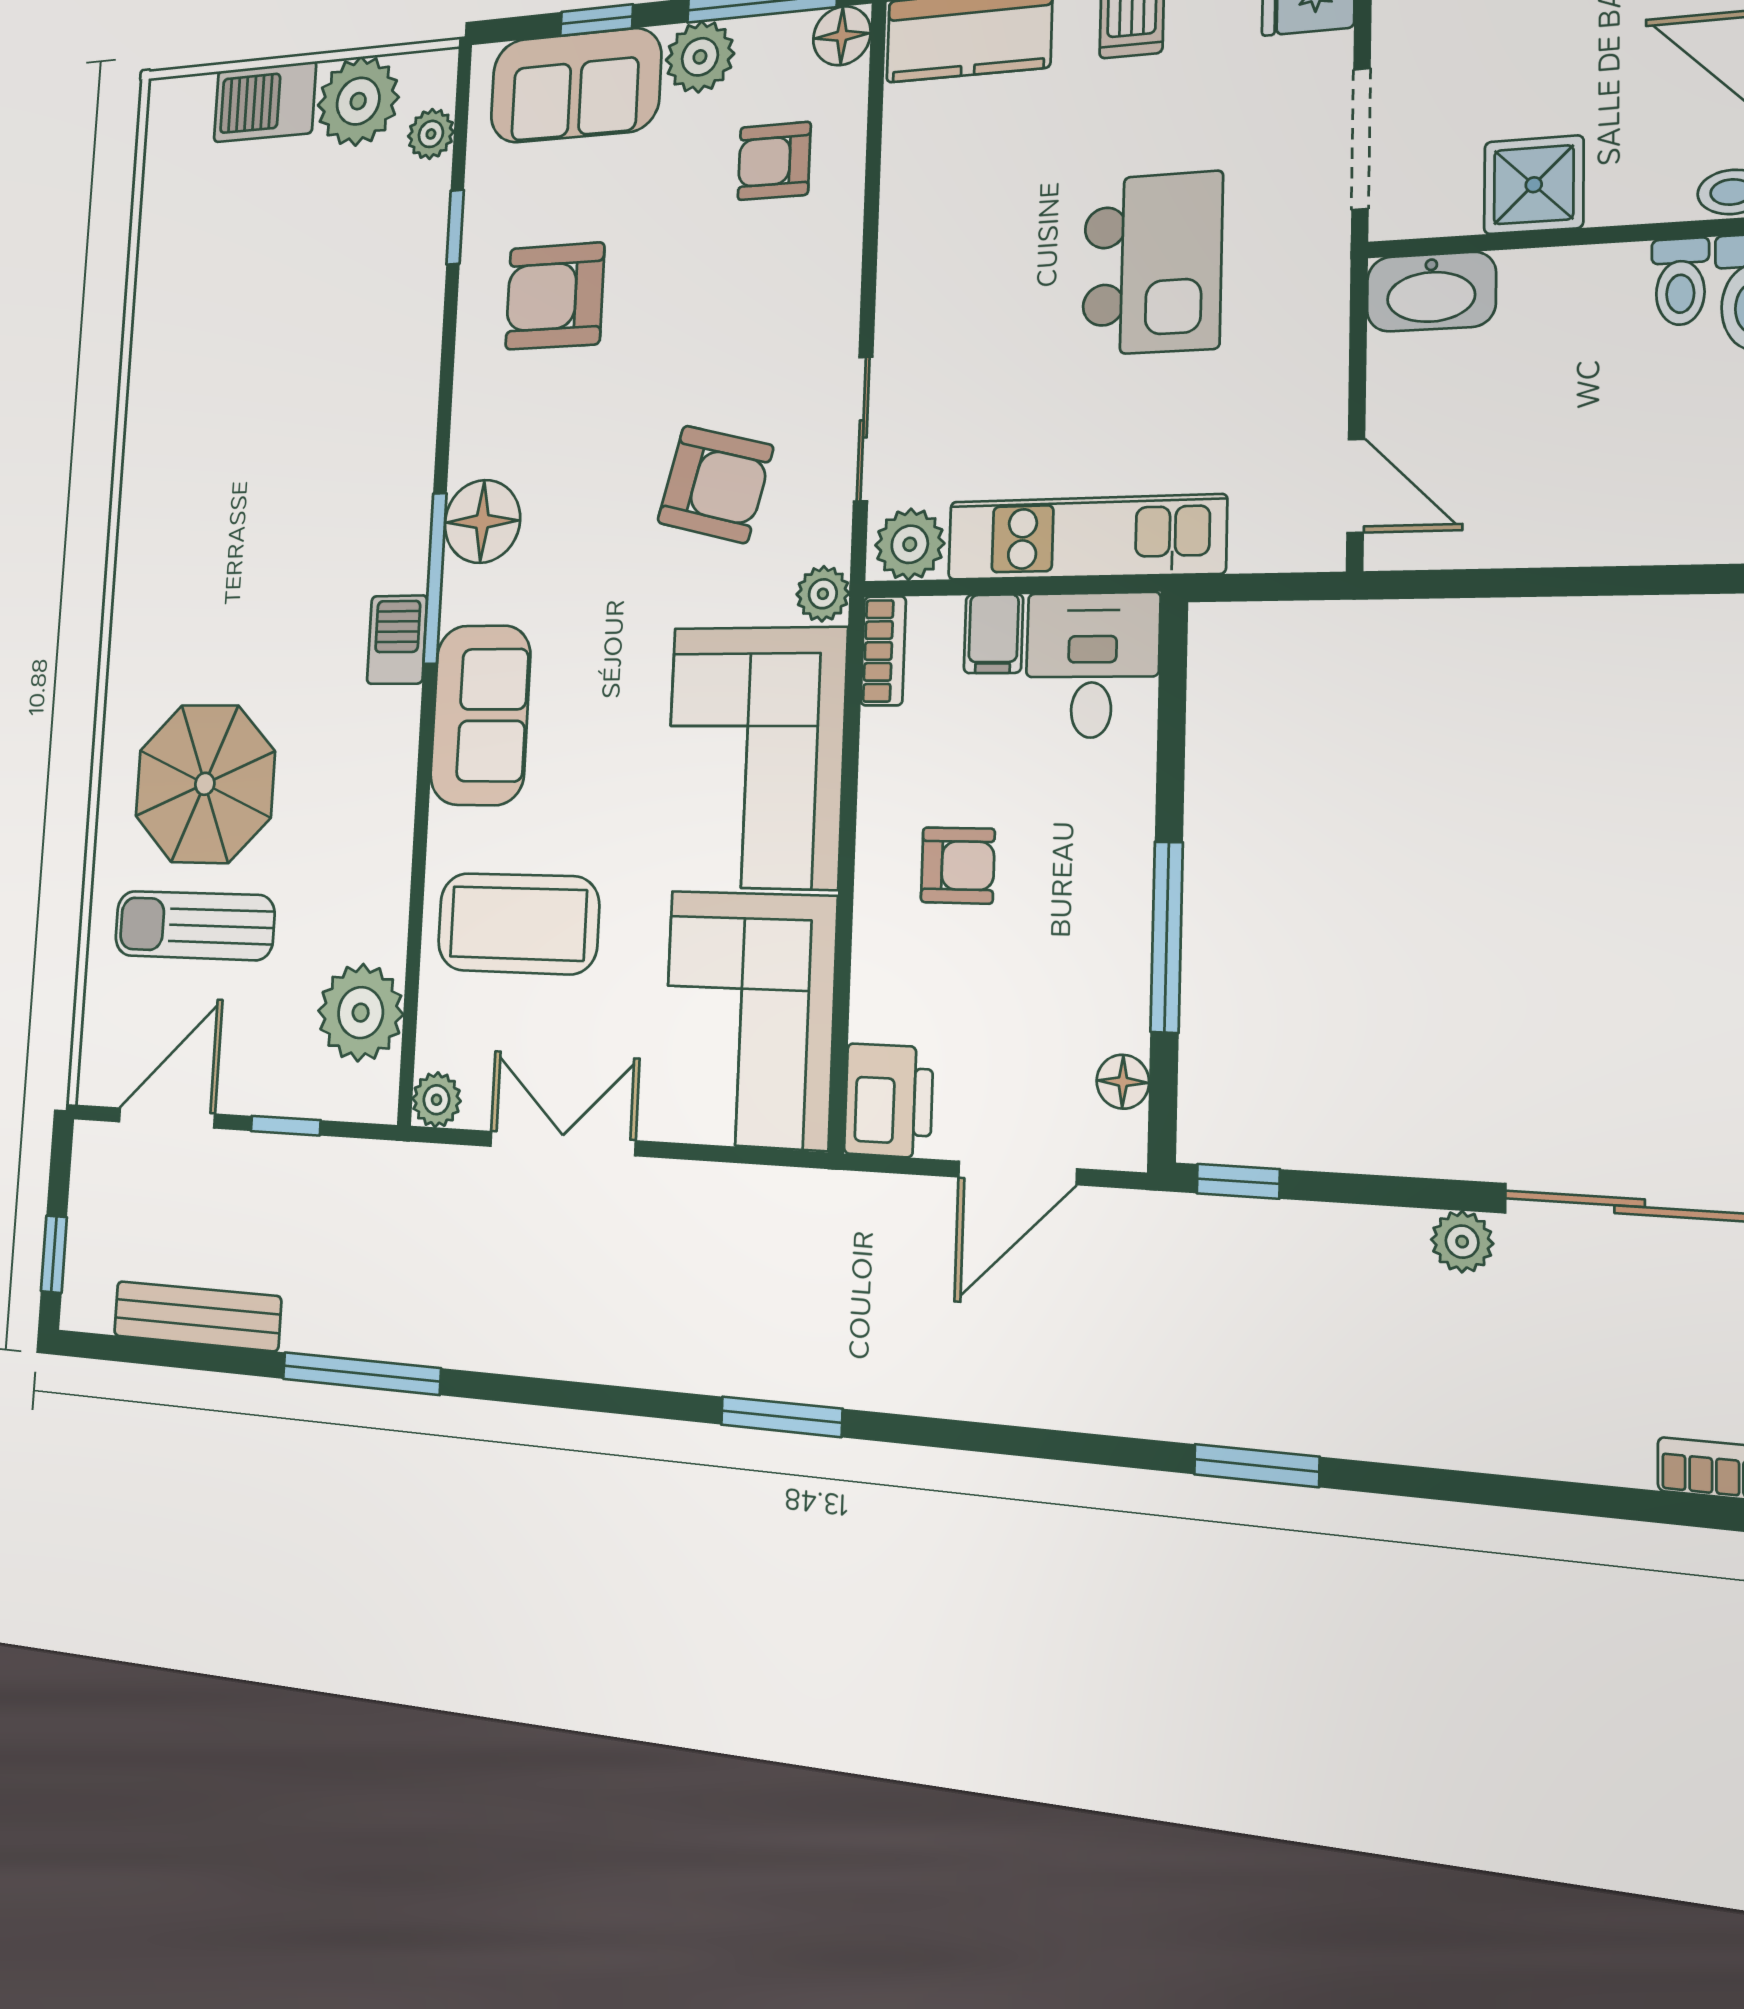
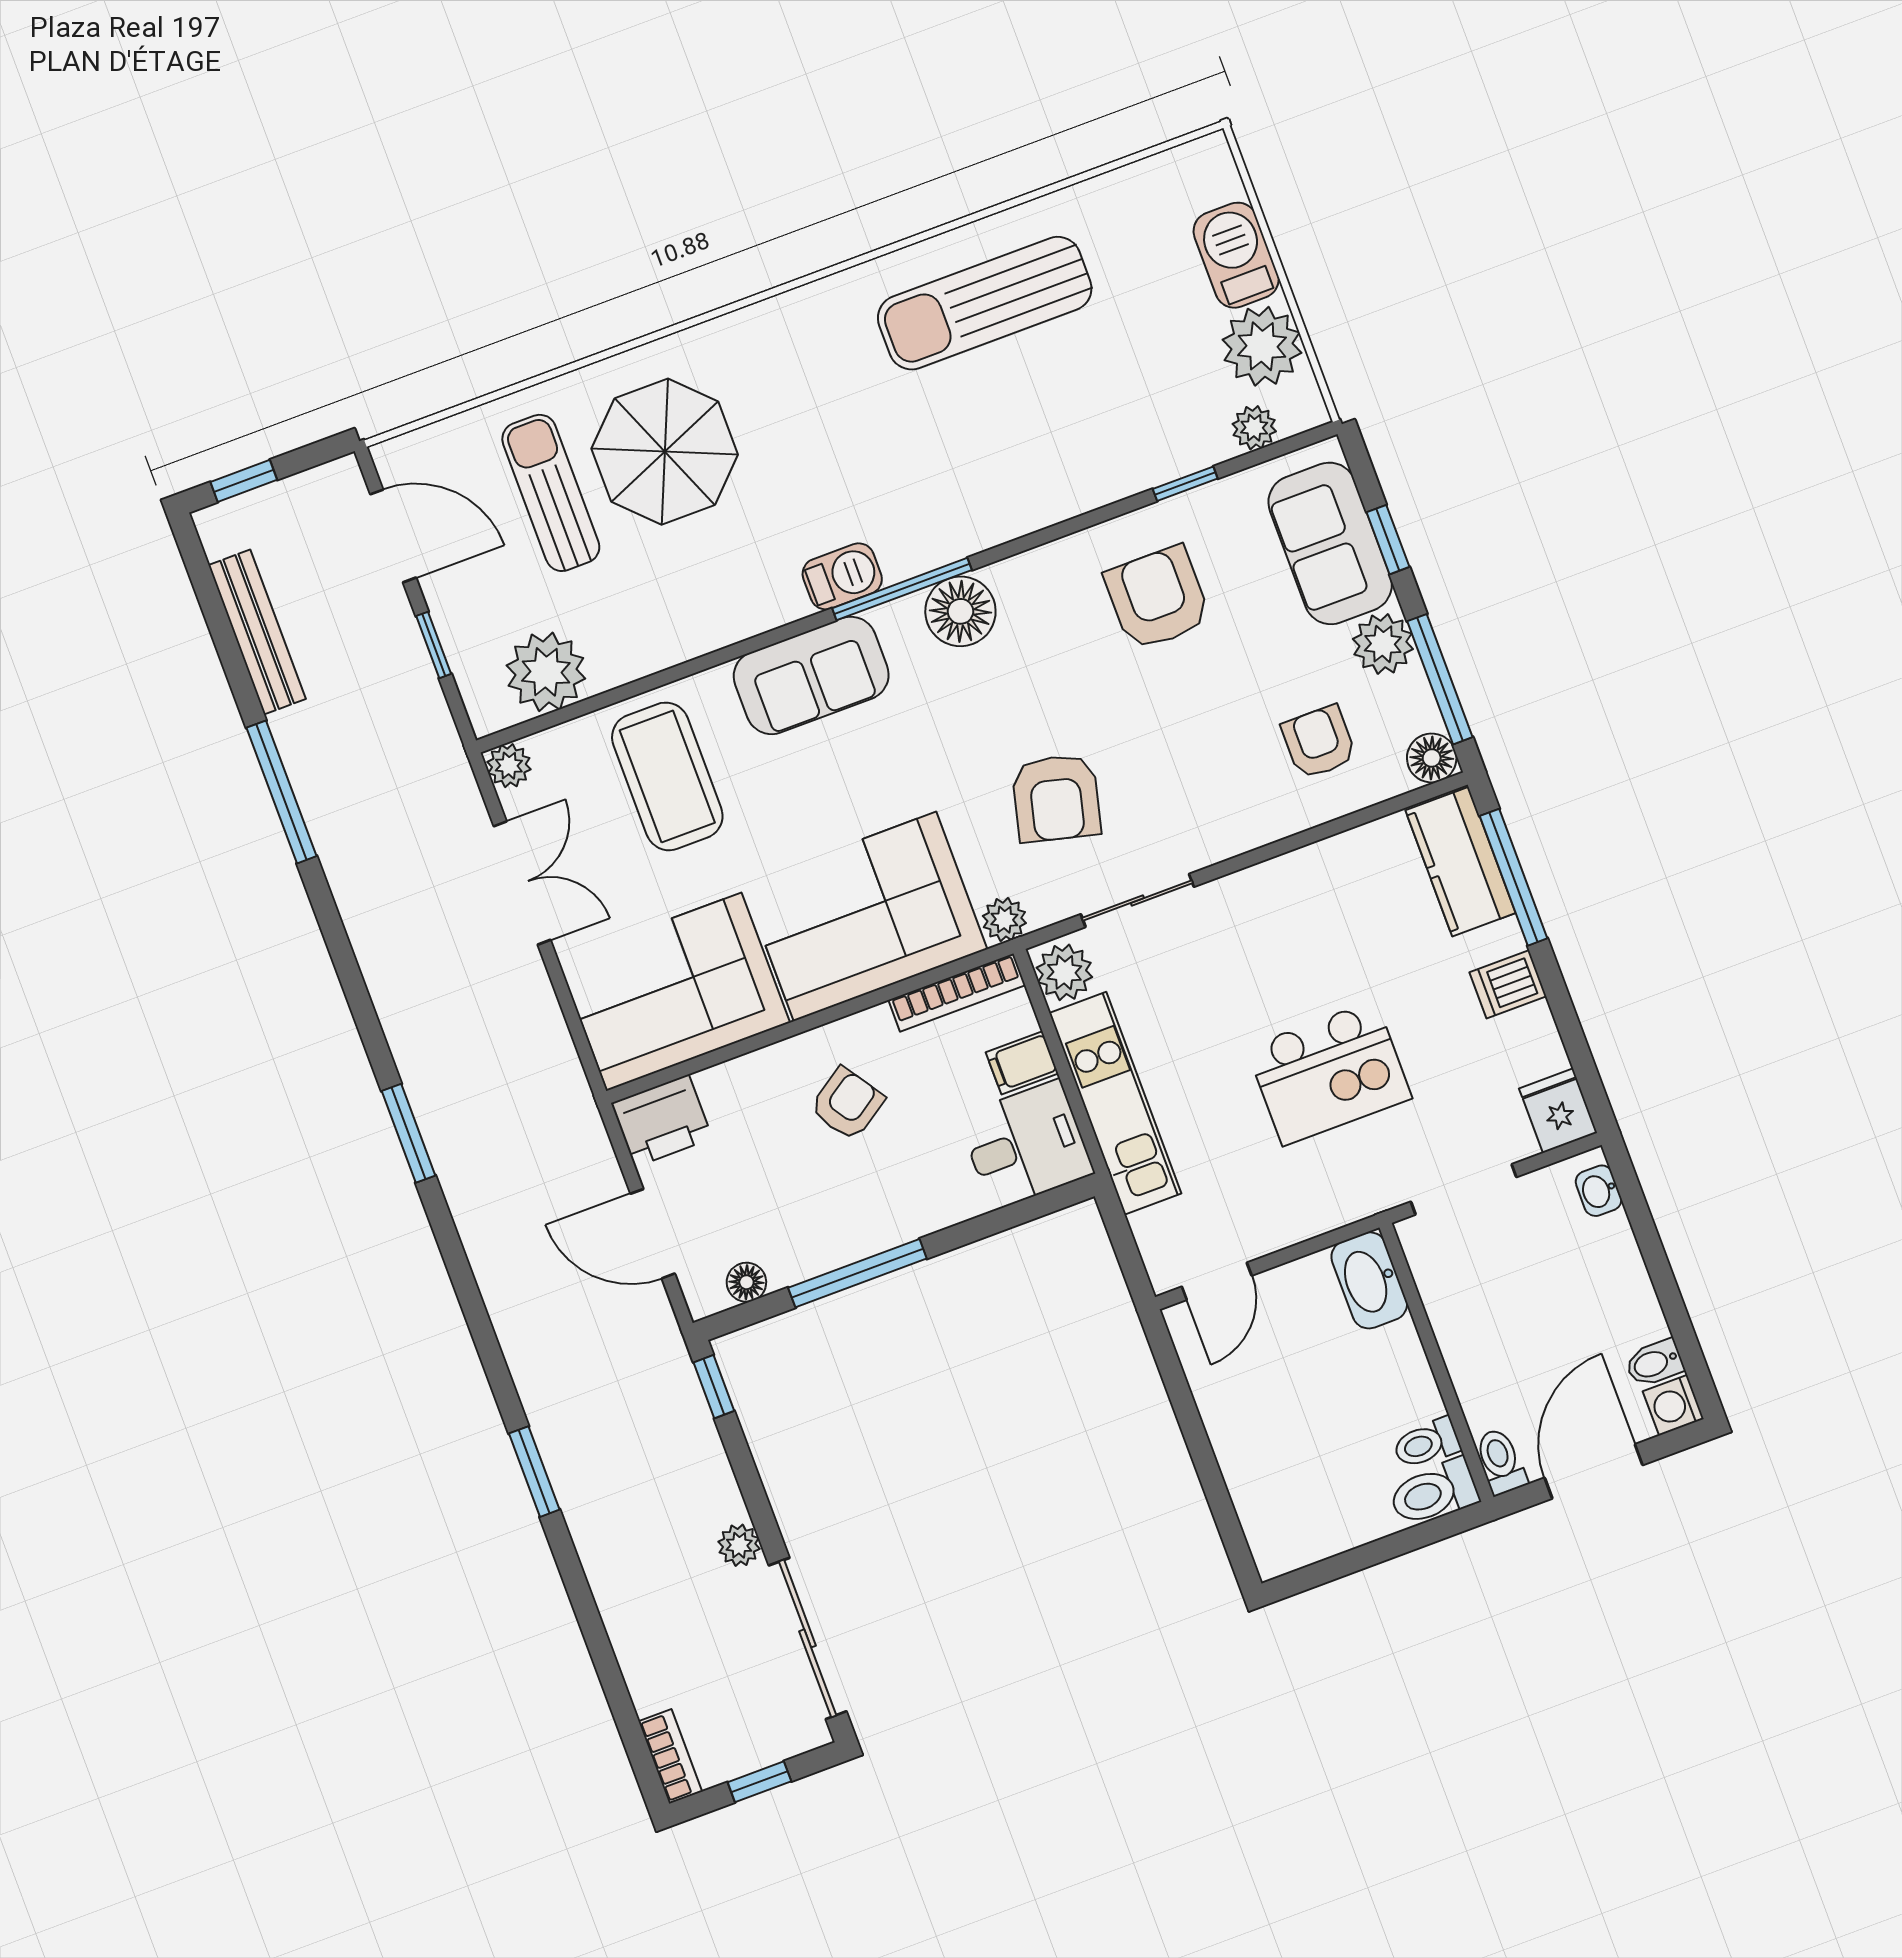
shower: (1534, 185) -> (1465, 1322), removed
sun lounger: (204, 384) -> (985, 303), added
bookcase: (883, 651) -> (957, 993), width x1.56
armchair: (958, 865) -> (847, 1104), turned -124

